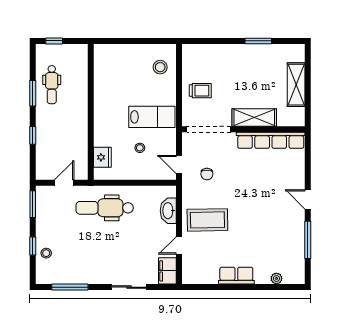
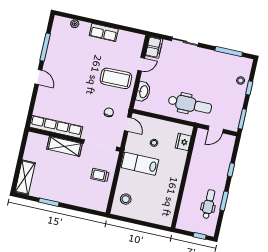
shelving: (296, 85) -> (25, 178), moved

